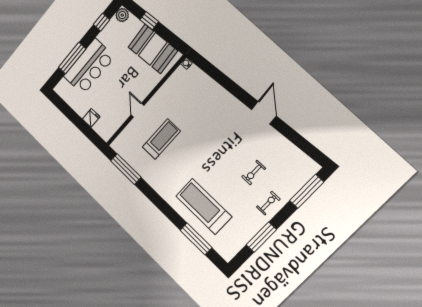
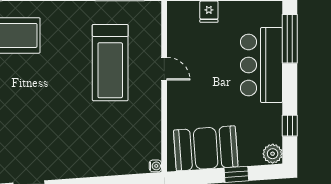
window: (72, 58) -> (290, 39), moved
treadmill: (161, 139) -> (110, 63), width x1.37, depth x1.38

